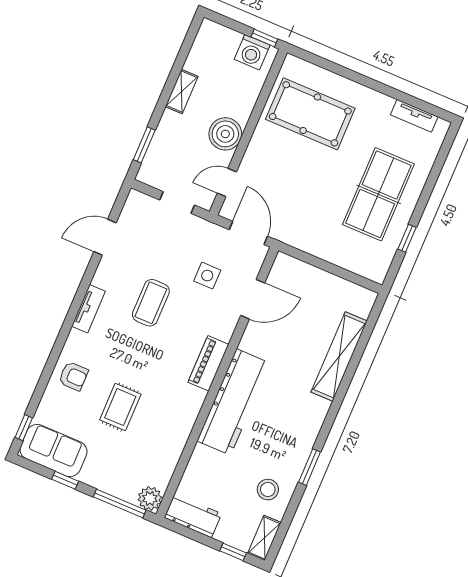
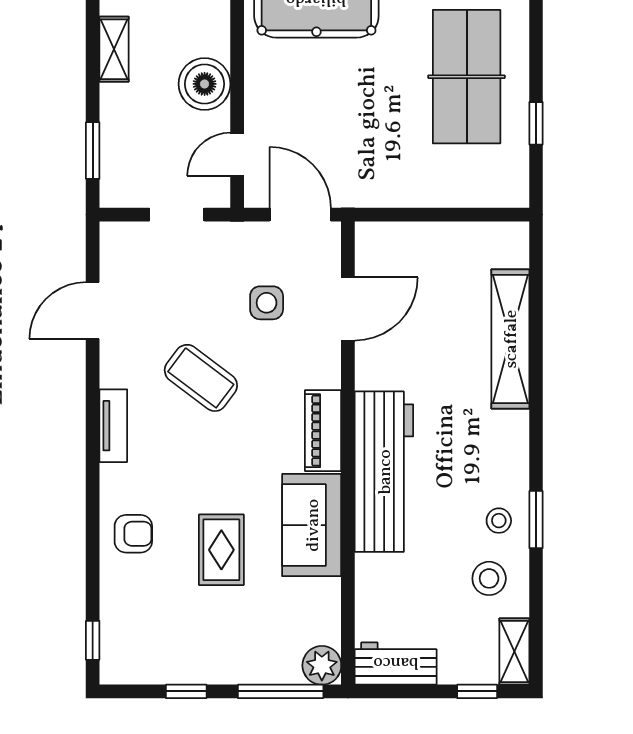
coffee table: (151, 303) -> (201, 378), turned -53
sofa: (53, 450) -> (312, 525), moved, turned -90
stool: (288, 459) -> (499, 521), added

